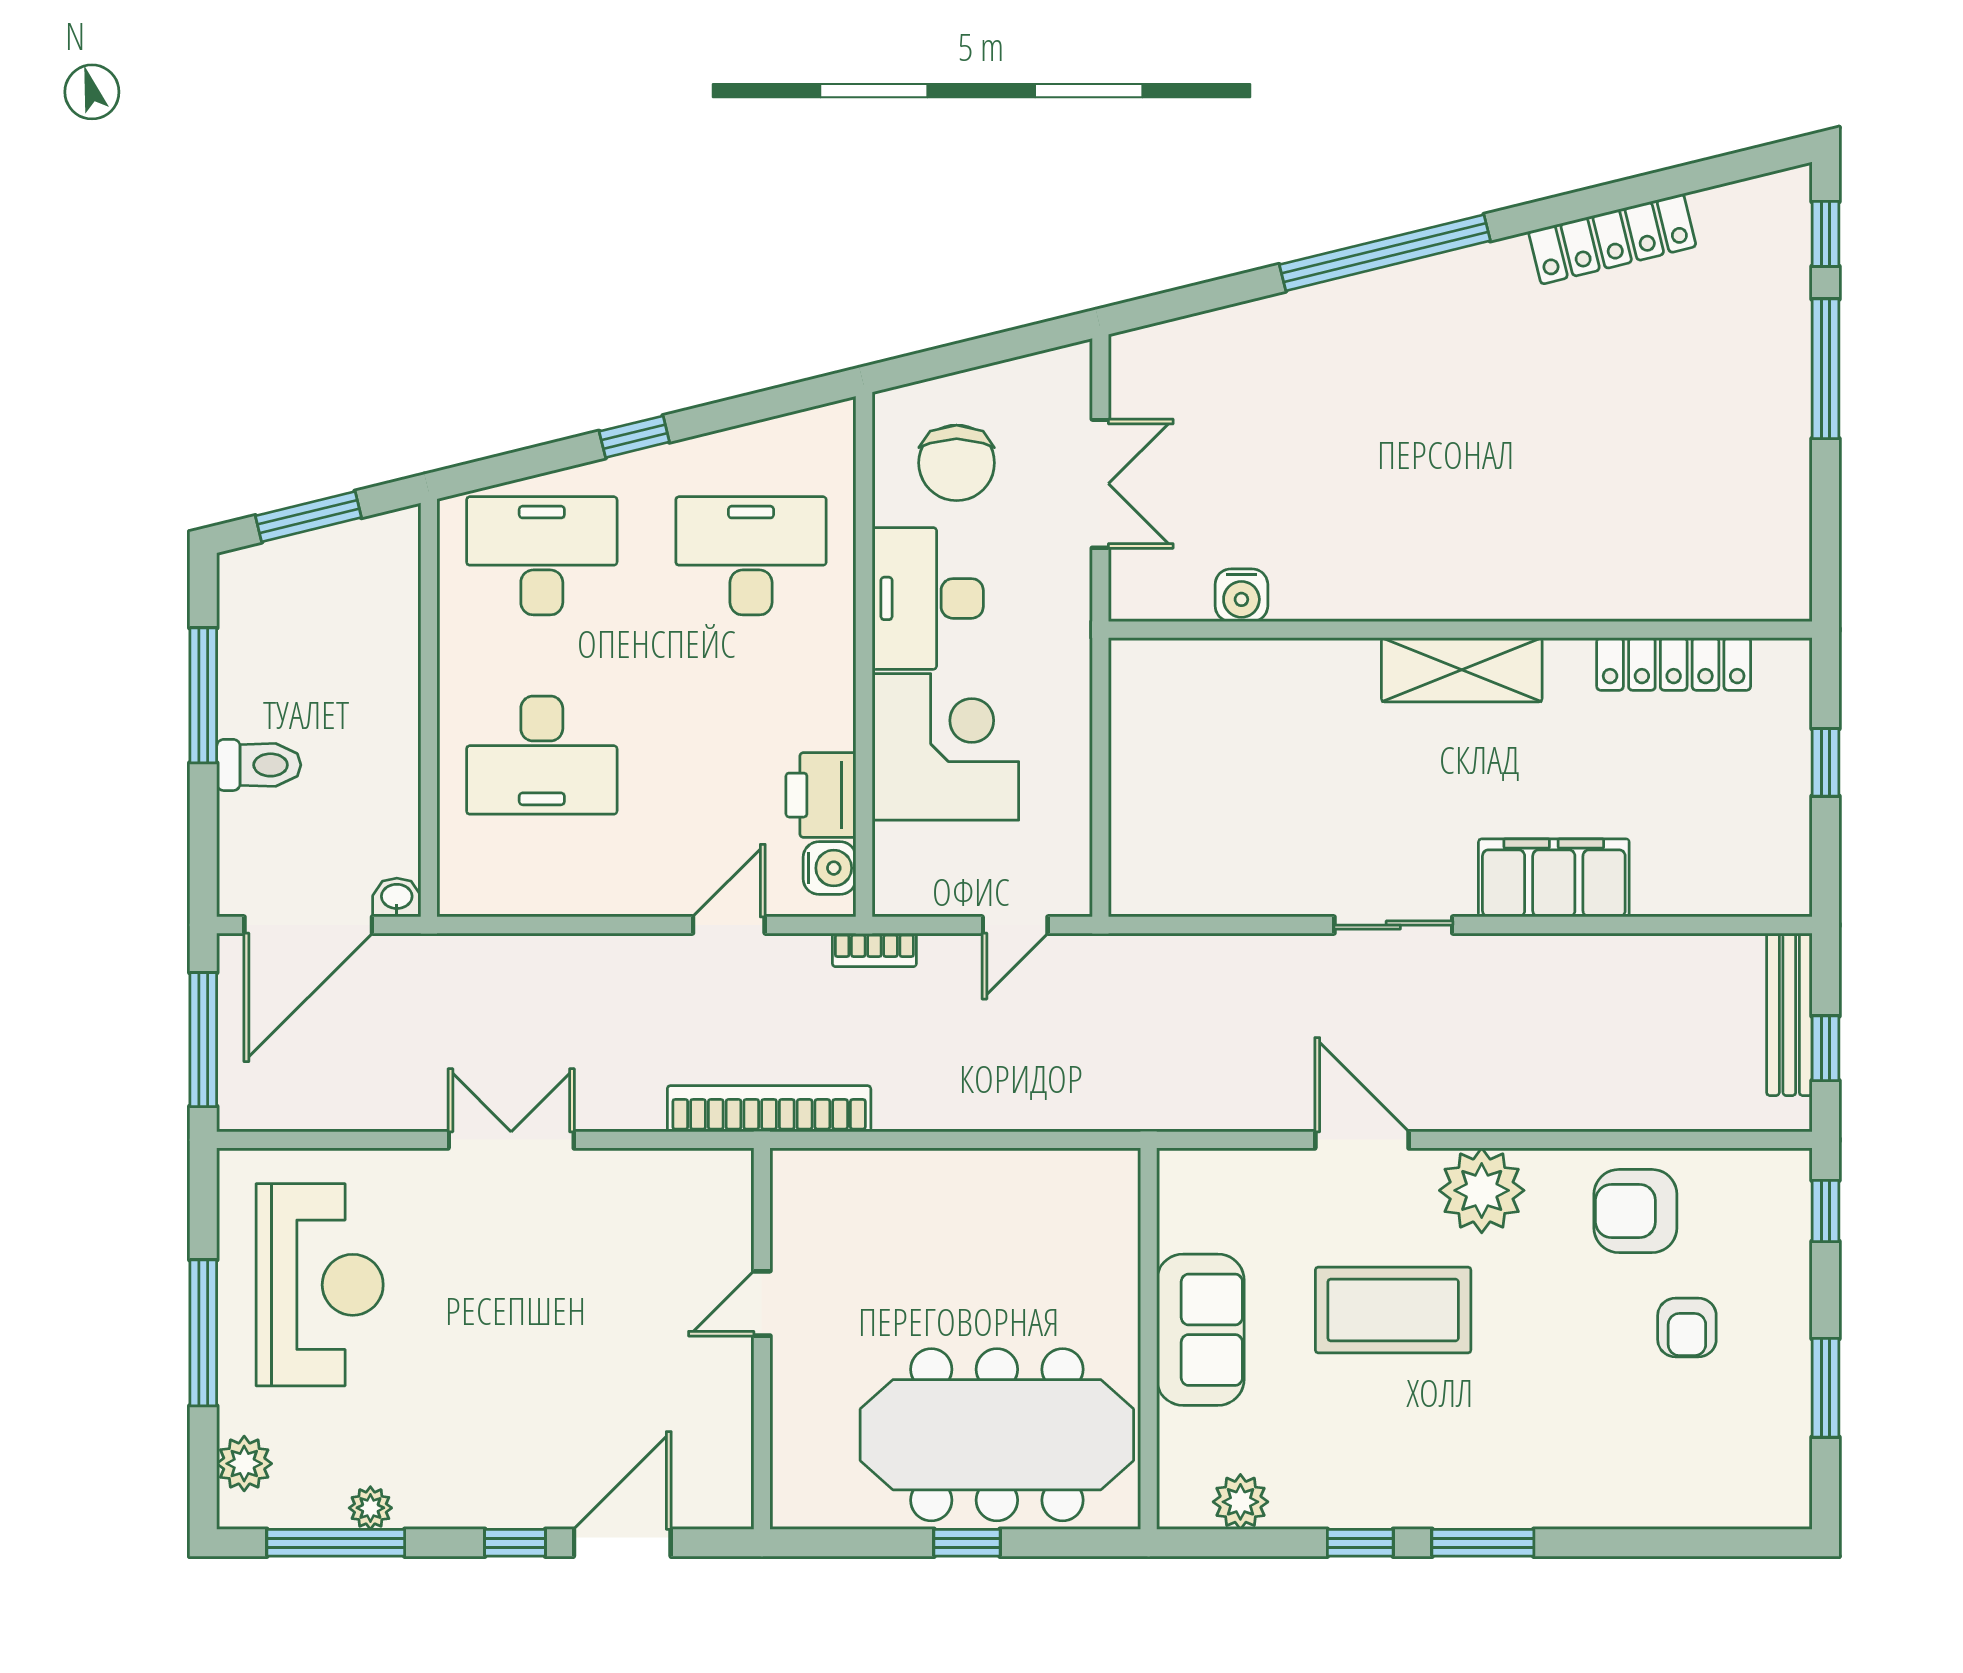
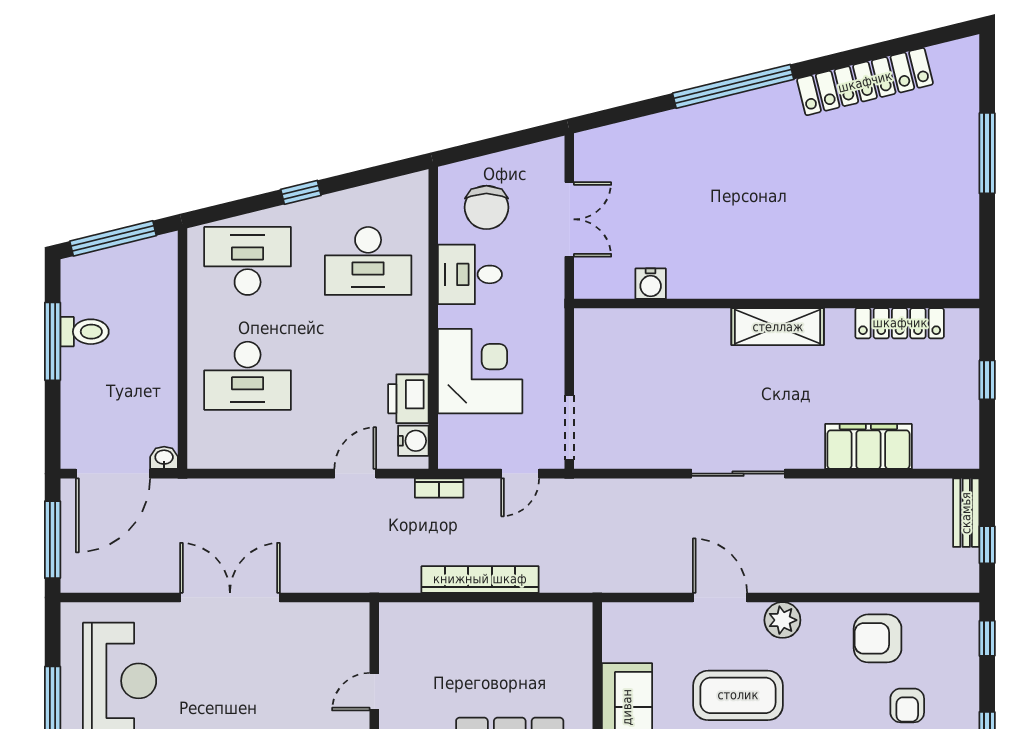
window: (1826, 234) -> (987, 76), removed
locker: (1612, 239) -> (865, 82), width x1.41, depth x1.21
window: (308, 517) -> (113, 238), width x1.44
desk: (751, 556) -> (368, 261), turned 180
desk: (928, 598) -> (470, 274), width x0.73
toilet: (259, 765) -> (84, 332), moved
doorway: (1100, 845) -> (569, 427), added
filing cabinet: (1554, 878) -> (868, 446), moved
sliding door: (1393, 925) -> (738, 474), width x1.37
bench: (1789, 1014) -> (966, 513), width x0.73
bookcase: (769, 1109) -> (480, 579), moved
double door: (511, 1140) -> (230, 597), width x1.37
plant: (1482, 1190) -> (782, 620), width x0.73, depth x0.73

